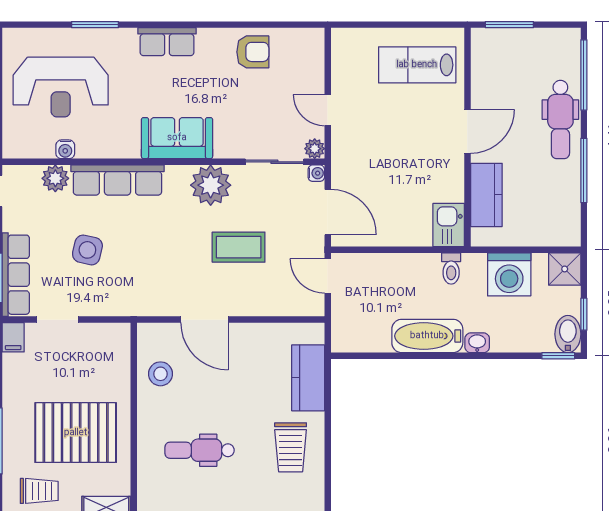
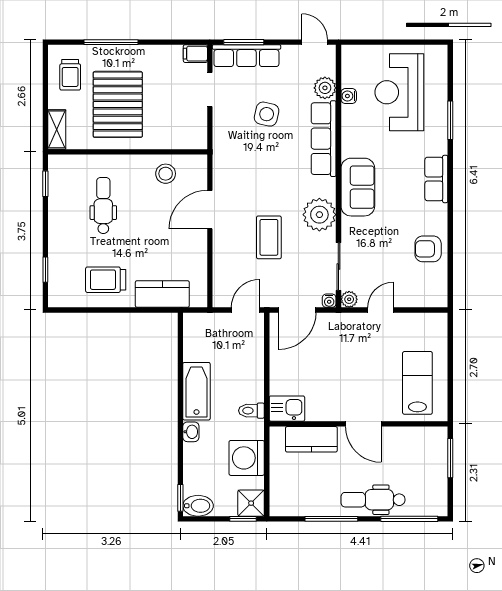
armchair: (253, 52) -> (428, 249), turned 90
window: (584, 314) -> (243, 519), moved

